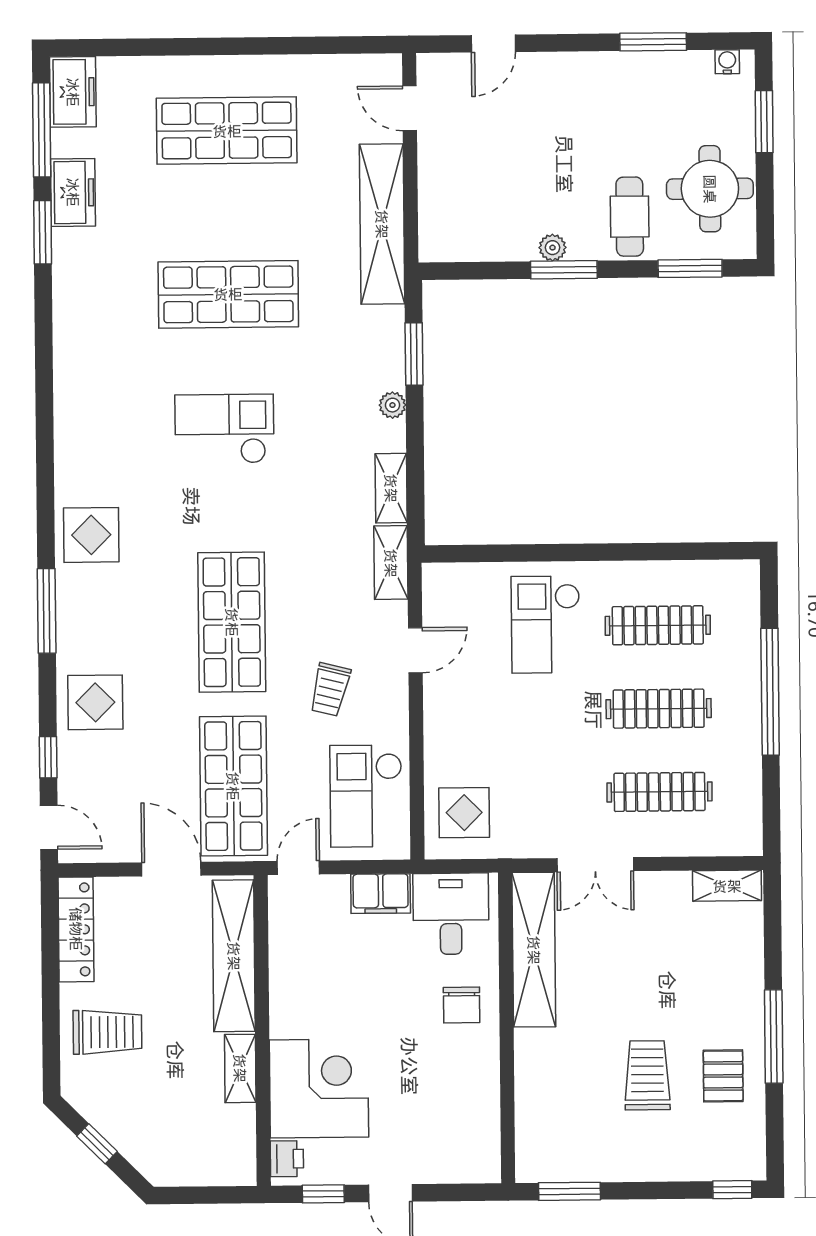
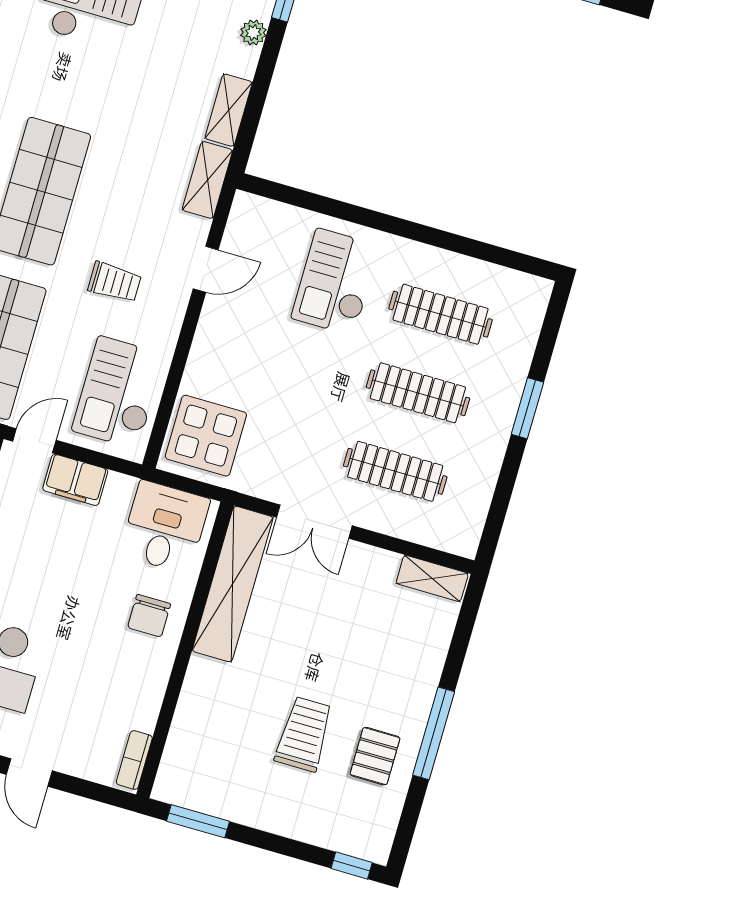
trolley: (330, 689) -> (115, 282), turned -104
window: (770, 692) -> (527, 408), width x0.47
display table: (464, 813) -> (206, 436), width x1.36, depth x1.36
filing cabinet: (381, 894) -> (75, 480), moved
bookcase: (489, 1150) -> (134, 760), added

